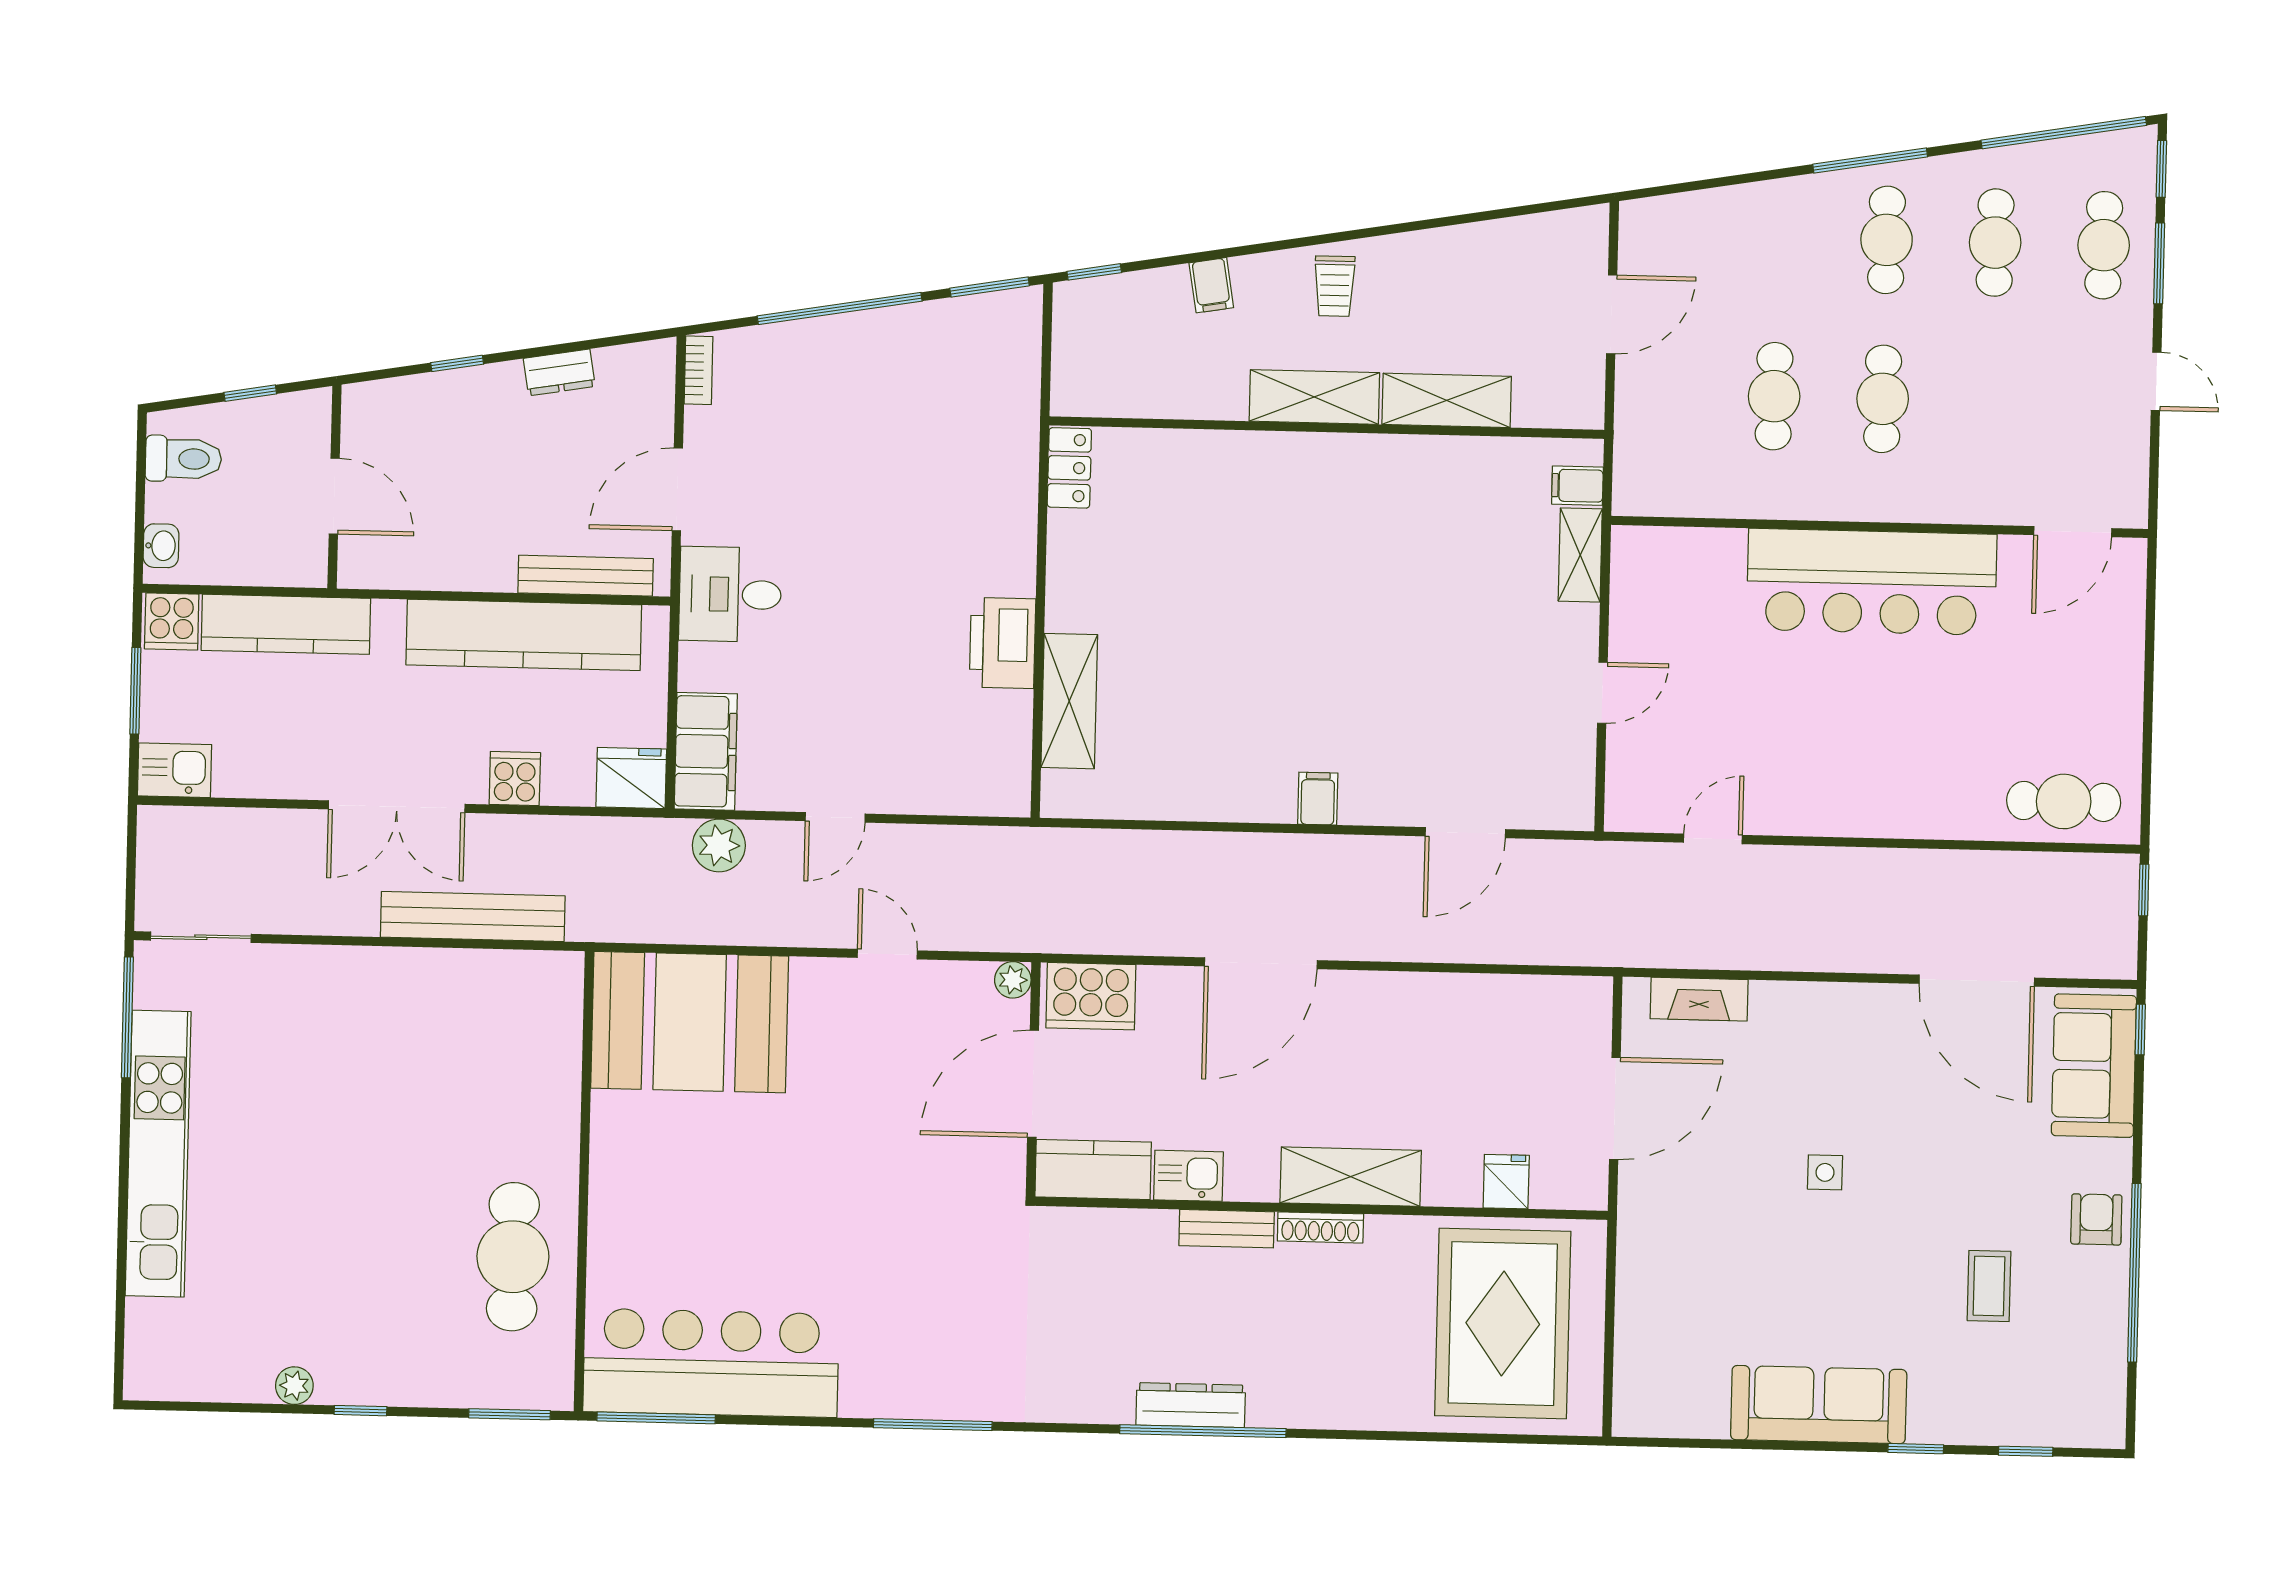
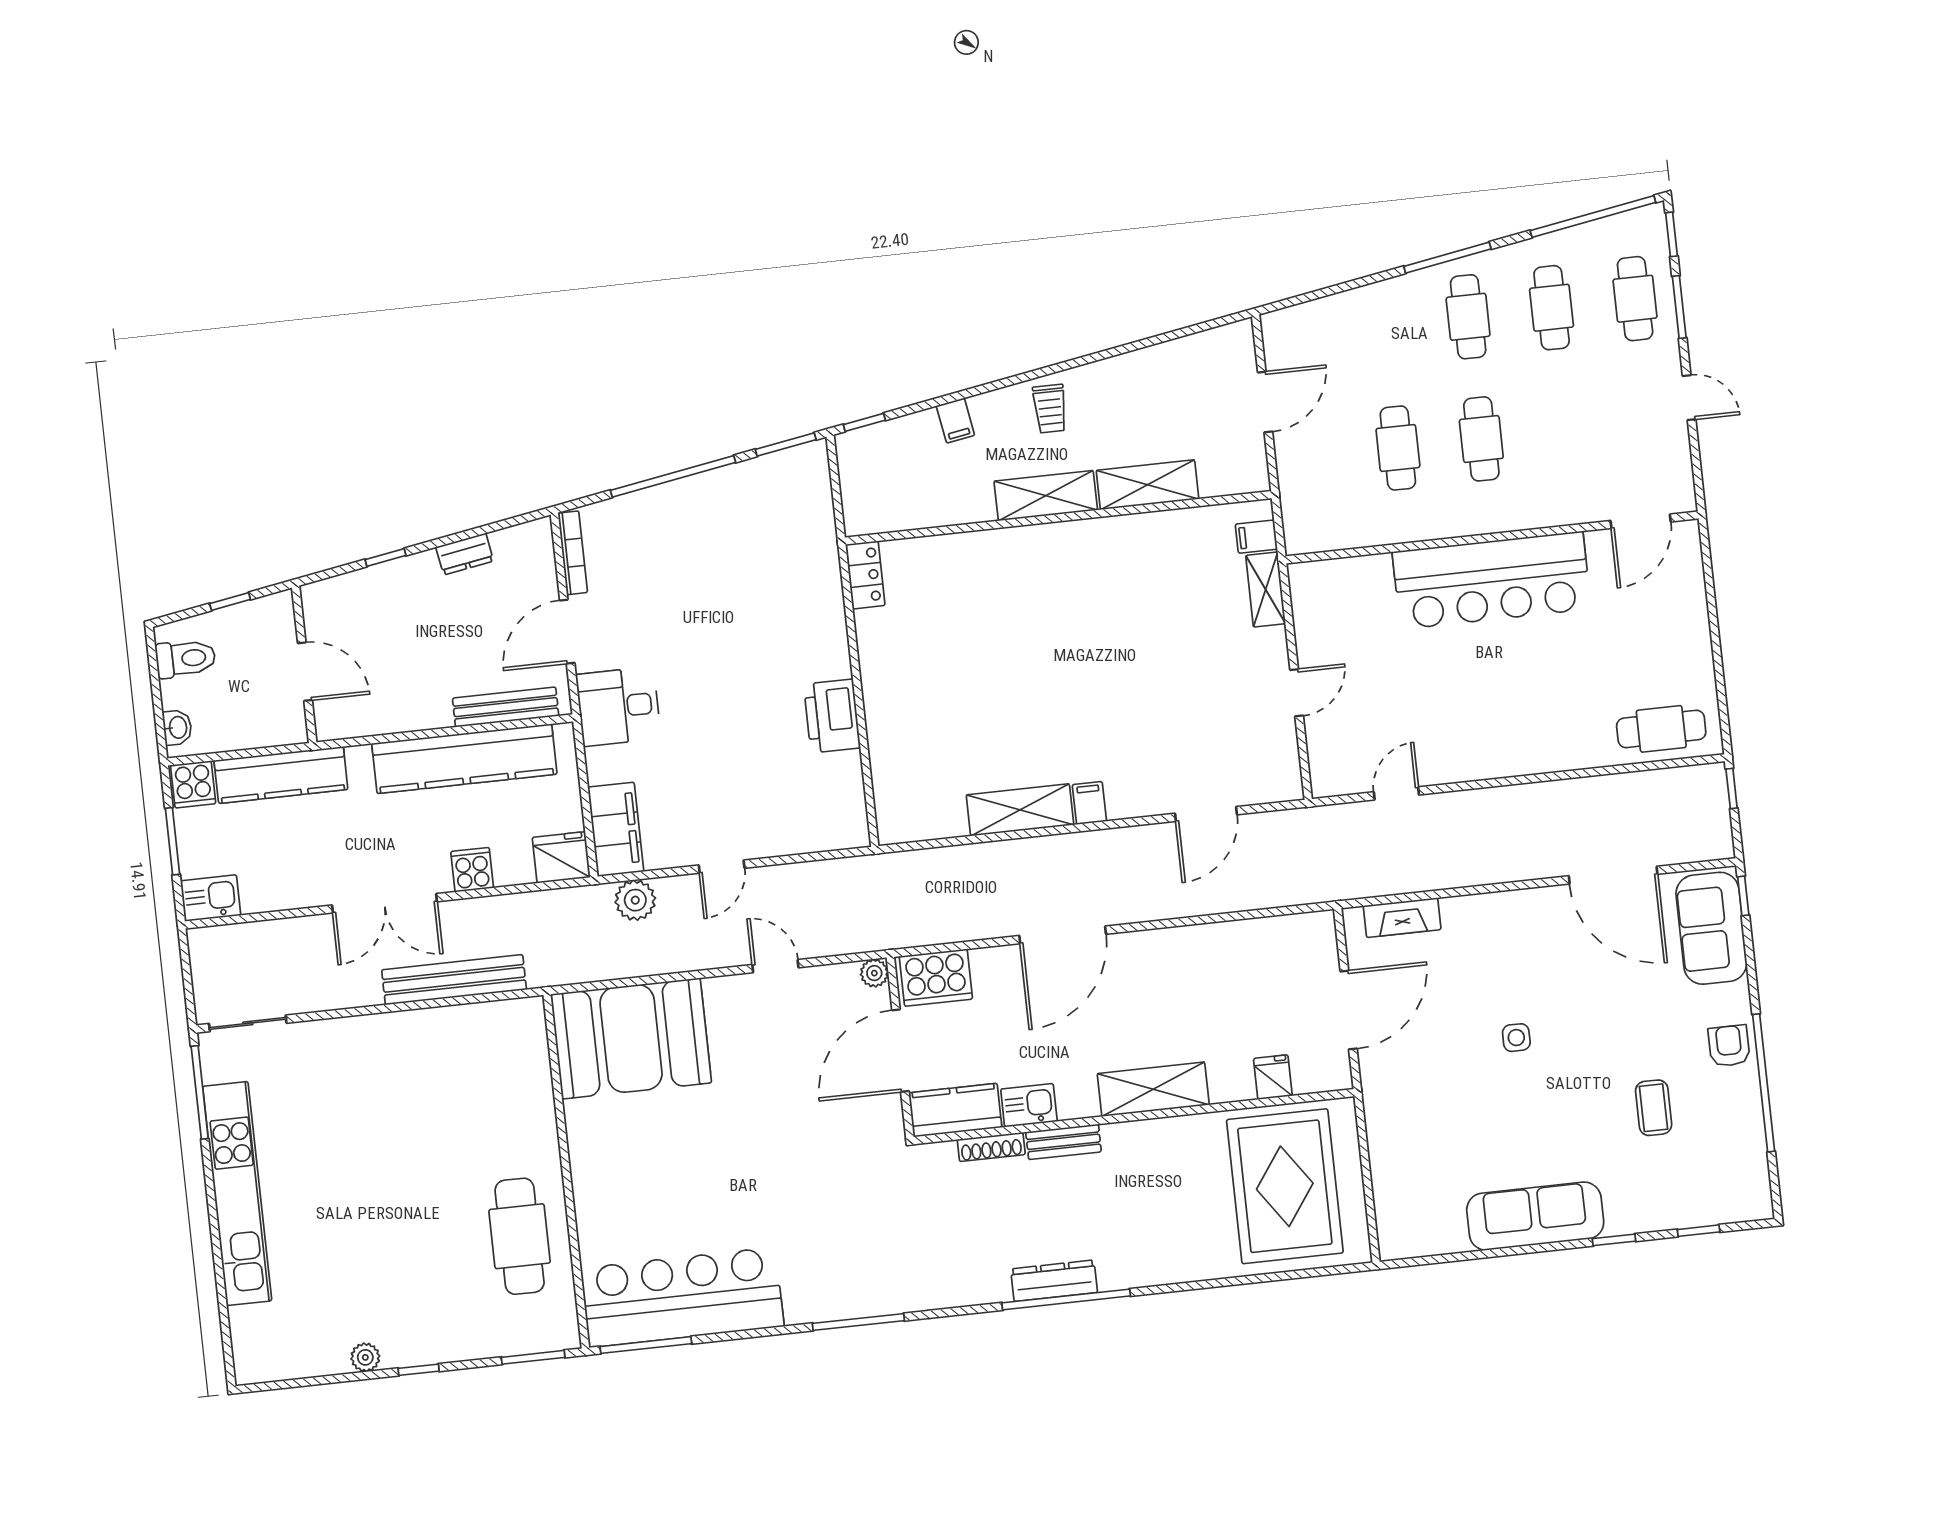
bookcase: (698, 370) -> (573, 553), width x1.56
shelving: (1069, 701) -> (1020, 810), moved, turned 90
shoe rack: (1320, 1227) -> (991, 1147), moved

